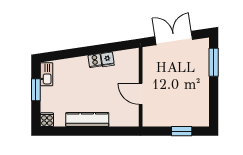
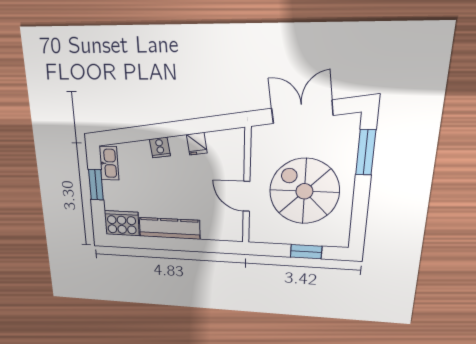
cooker: (95, 61) -> (160, 147), moved
spiral stairs: (178, 89) -> (304, 191), added
cooker: (47, 120) -> (122, 223), width x1.87, depth x1.31

